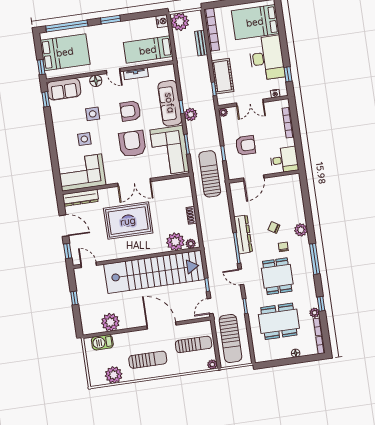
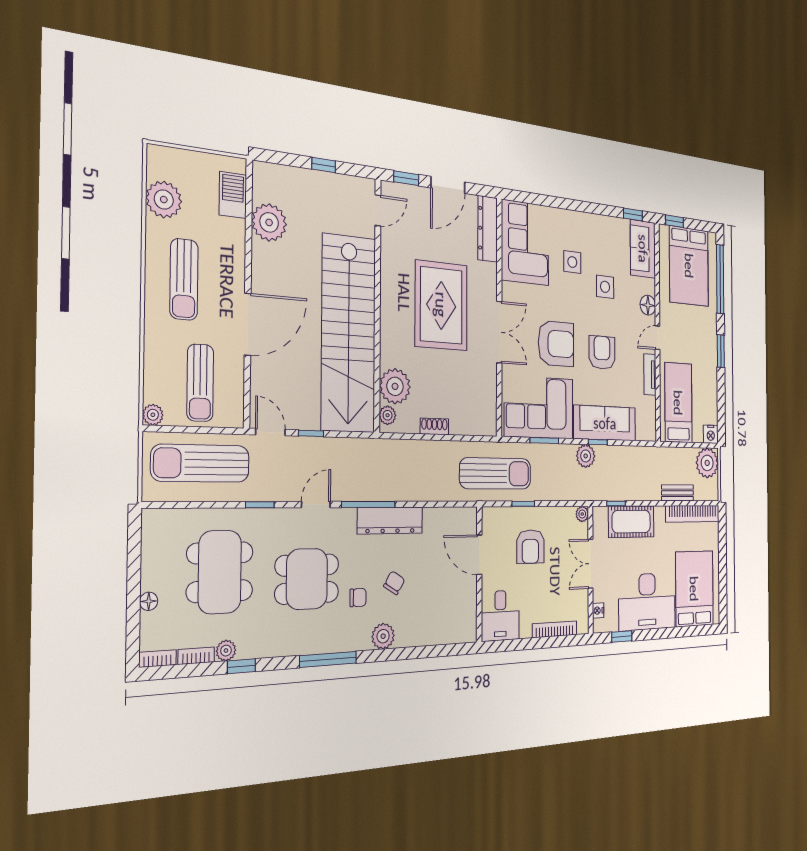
double door: (134, 182) -> (499, 332), swing flipped

